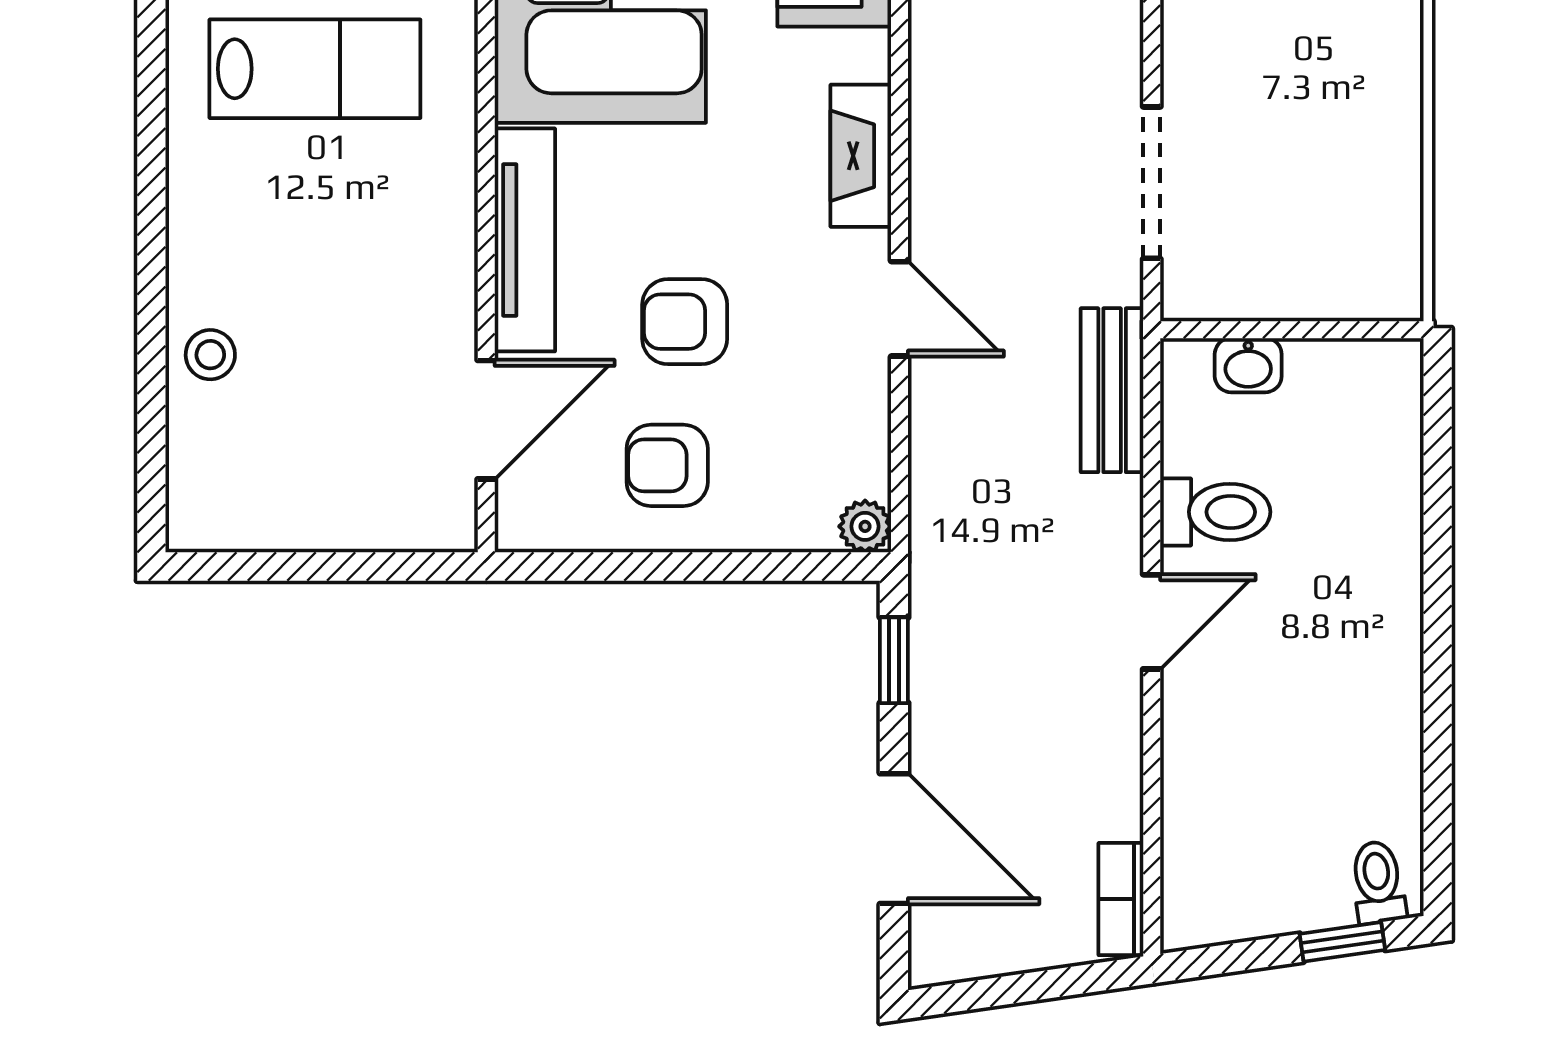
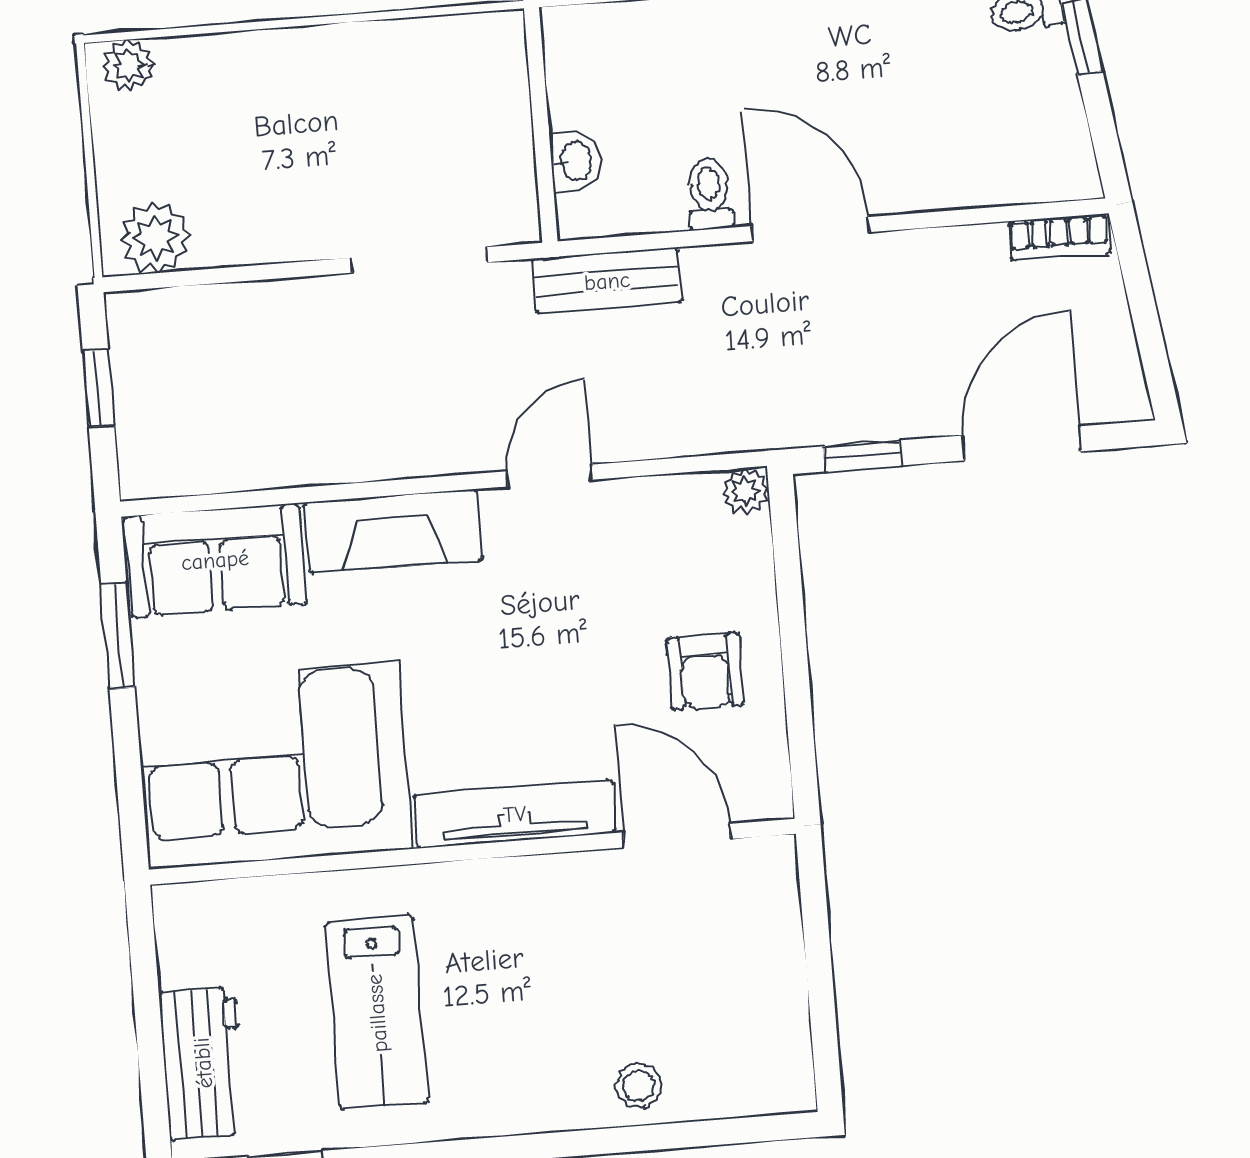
lab bench: (315, 69) -> (377, 1013), turned 180
fireplace: (861, 156) -> (393, 531), width x1.37, depth x1.32
armchair: (685, 322) -> (576, 666), removed
toilet: (1215, 512) -> (709, 194), width x0.73, depth x0.72
door: (1152, 622) -> (810, 229), width x1.38

